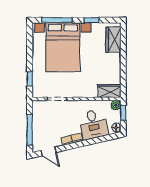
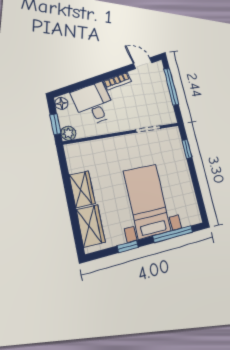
bed with nightstands: (63, 47) -> (147, 201), width x0.73
wardrobe: (109, 91) -> (82, 189), moved, turned -90

